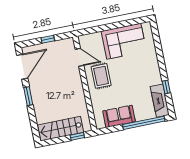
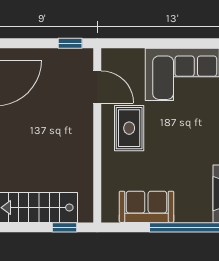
window: (48, 39) -> (70, 43), moved

